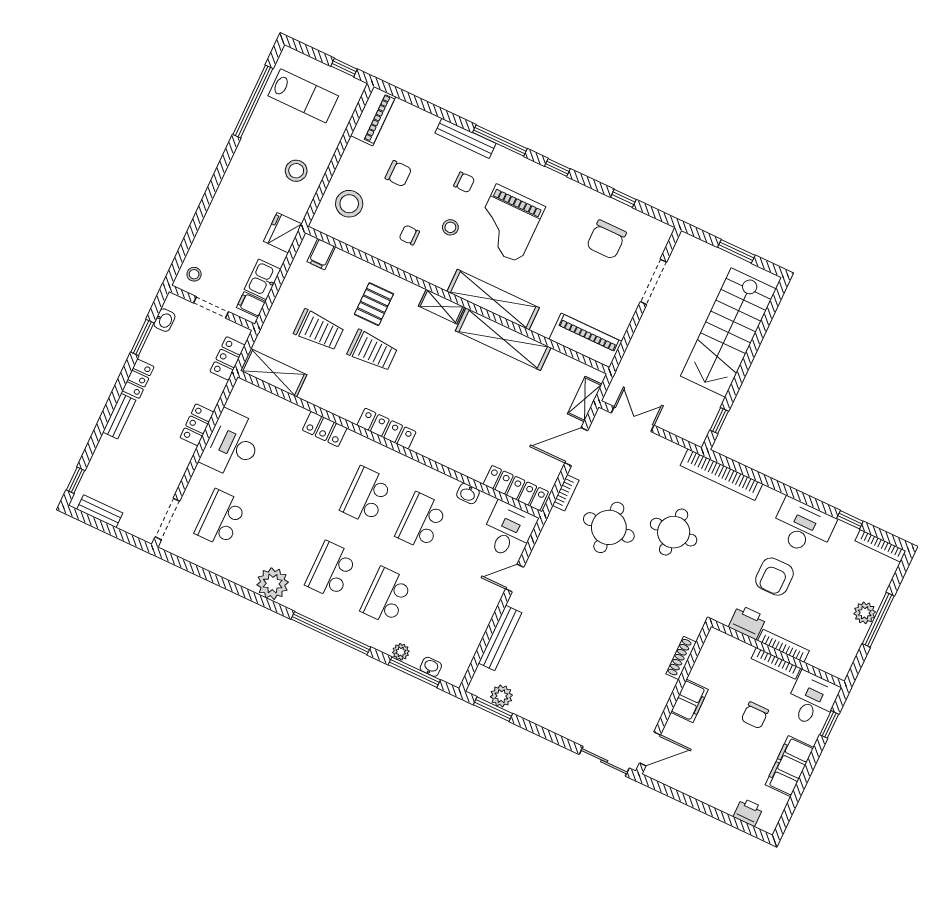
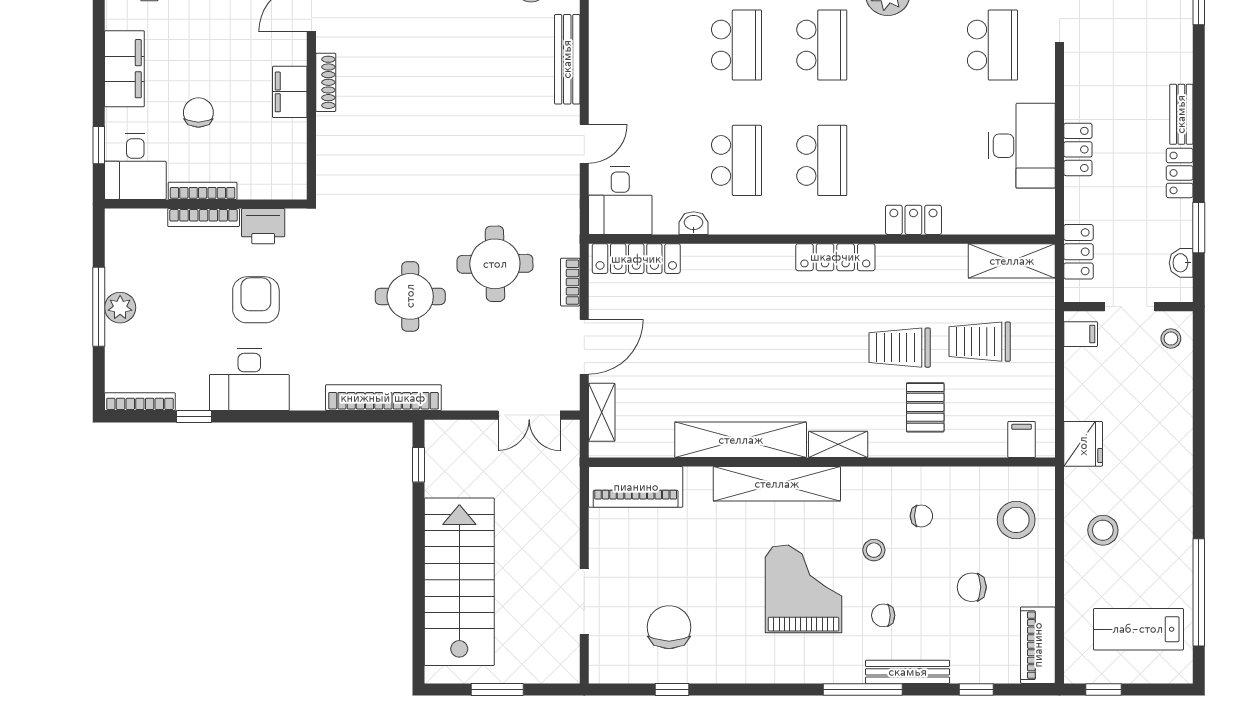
window: (557, 167) -> (976, 689), moved
kitchen sink: (263, 279) -> (1081, 373), removed
shoe rack: (681, 658) -> (326, 82), moved

